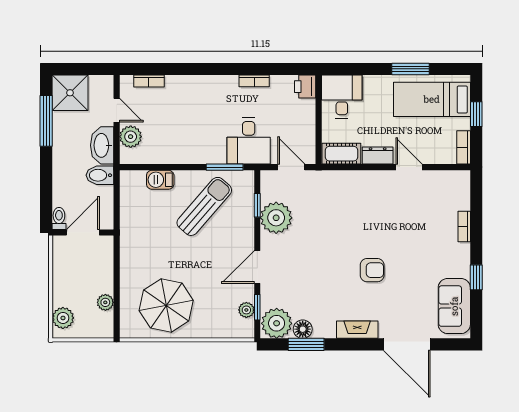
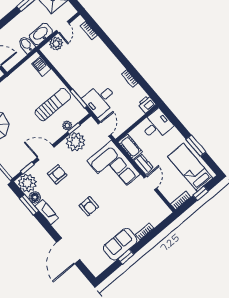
barbecue: (160, 180) -> (41, 66), moved
corner sofa: (350, 197) -> (114, 167), added
sun lounger: (204, 206) -> (53, 105), turned -41
armchair: (298, 276) -> (57, 174), added
sofa: (454, 306) -> (120, 244), moved
plant: (246, 310) -> (67, 126), moved
fireplace: (357, 330) -> (47, 212), moved

